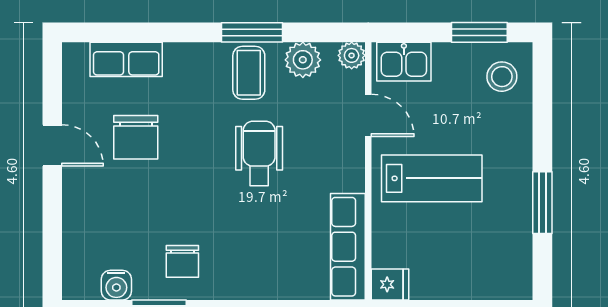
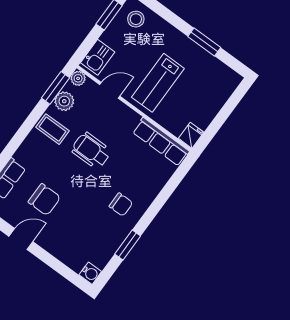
window: (252, 32) -> (55, 88), moved
lab bench: (432, 178) -> (158, 83), turned 180
chair: (182, 261) -> (121, 205), moved
water cooler: (116, 285) -> (90, 273), moved

